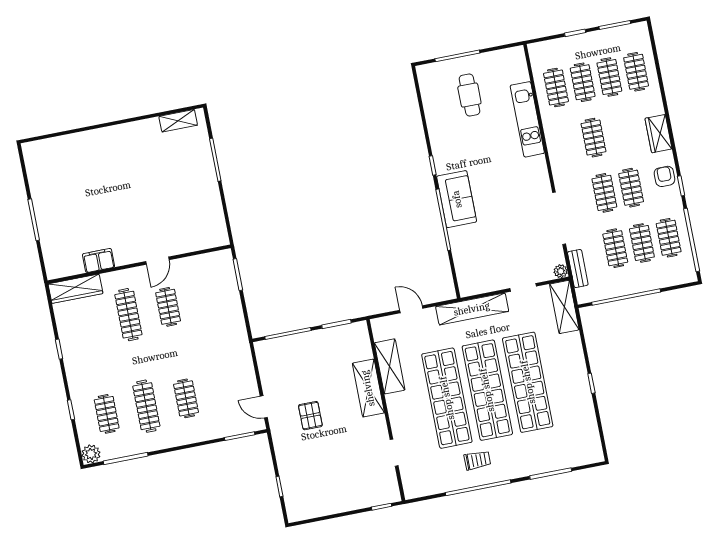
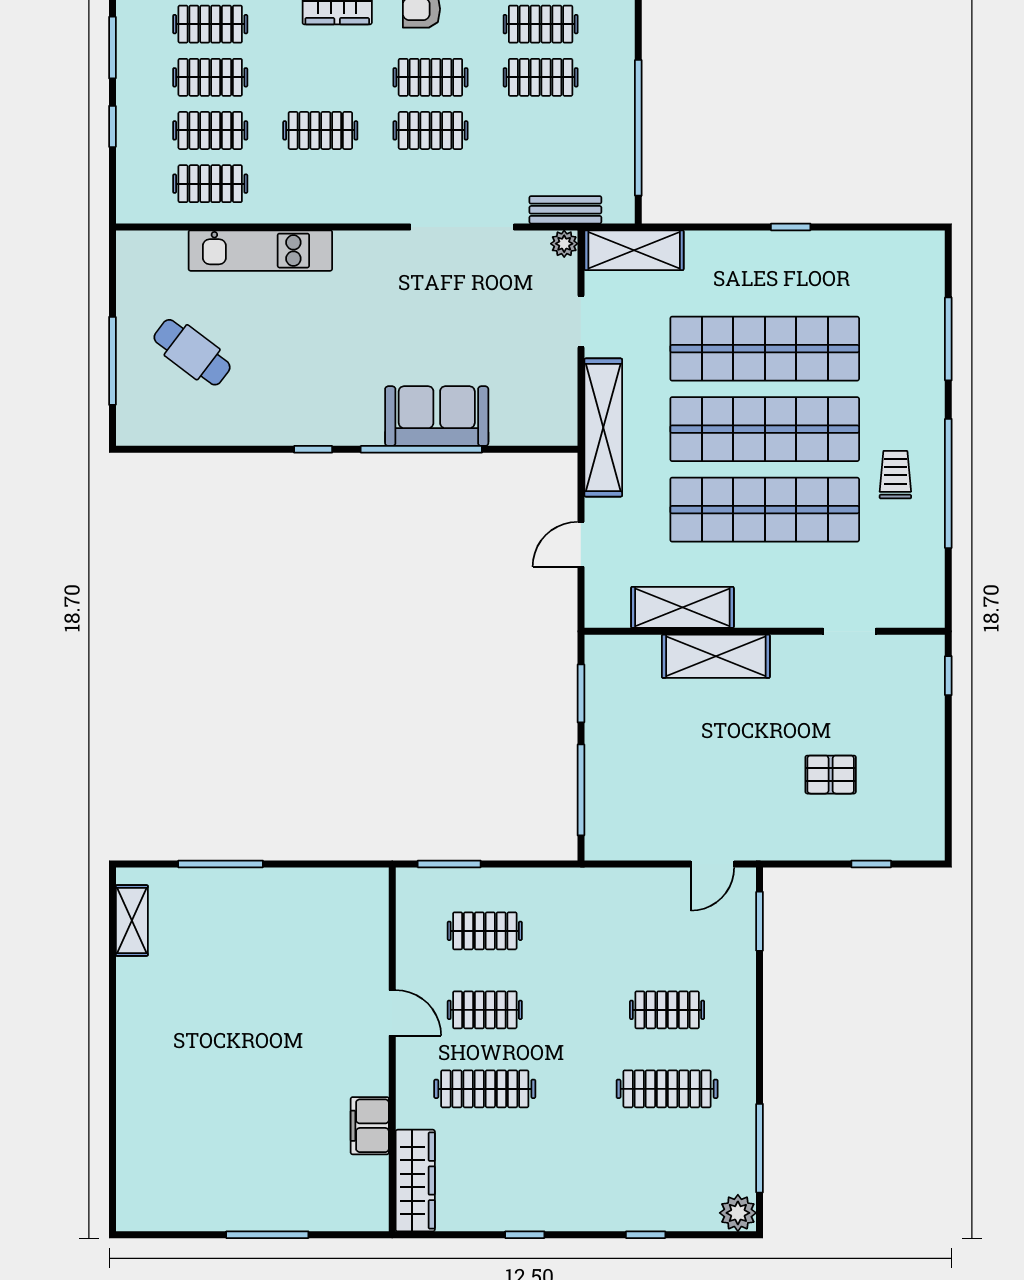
cafe table: (469, 95) -> (192, 352), turned 37
sofa: (457, 199) -> (437, 416), moved
clothes rail: (615, 248) -> (541, 130), removed
clothes rail: (107, 414) -> (485, 931), moved
pallet: (310, 416) -> (831, 775), moved

